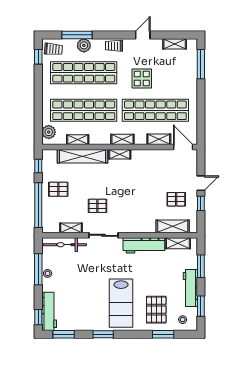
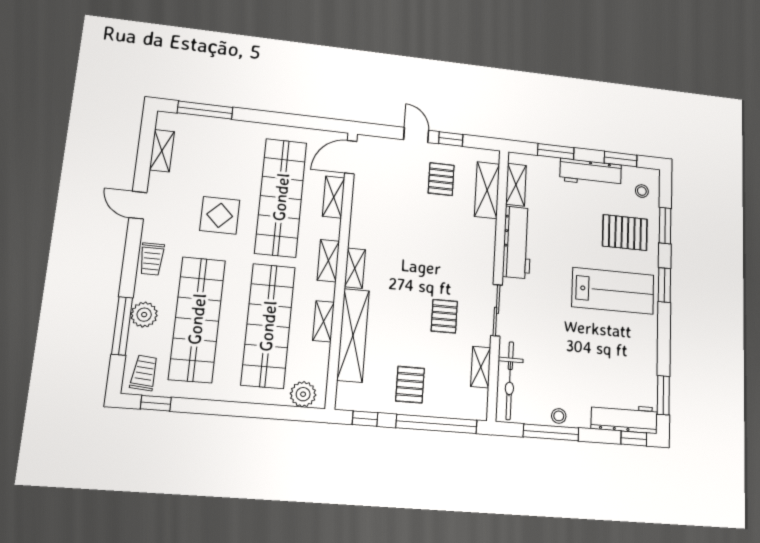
shelving: (78, 140) -> (324, 321), moved
window: (103, 334) -> (664, 285), moved

